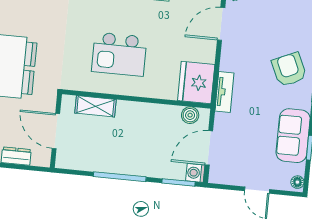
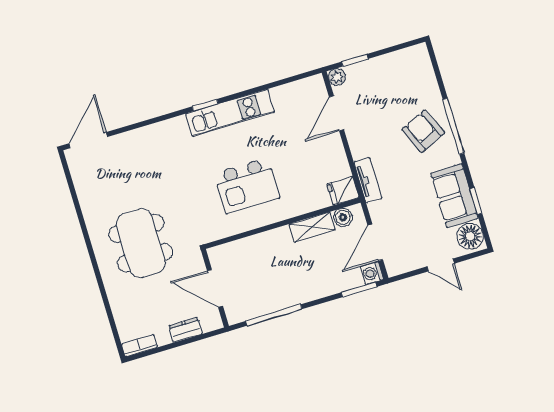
fridge: (196, 83) -> (343, 191), width x0.53, depth x0.75
shelving: (95, 106) -> (312, 227), moved
window: (120, 177) -> (274, 315), moved
floor lamp: (297, 182) -> (470, 236), width x1.89, depth x1.89

